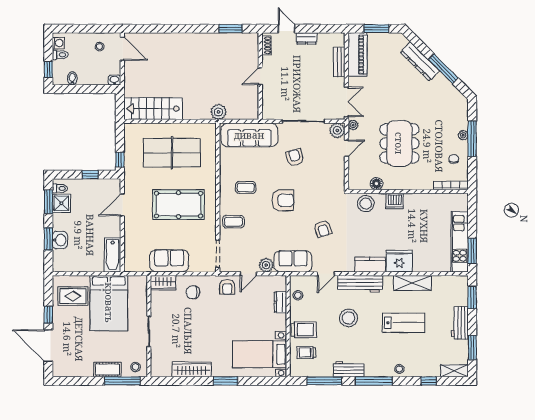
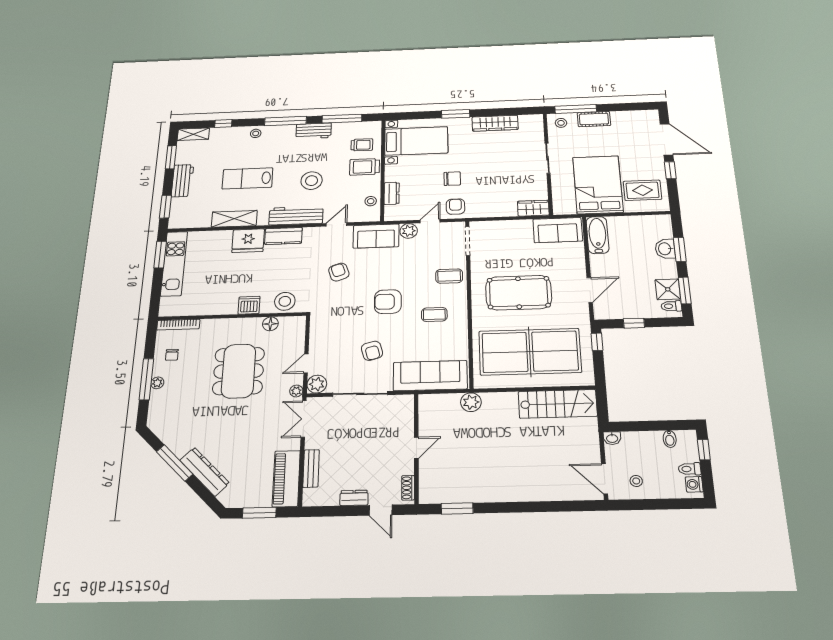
table tennis table: (172, 153) -> (530, 352), width x1.36, depth x1.32
sofa: (169, 261) -> (558, 230), moved
chair: (193, 292) -> (452, 179), moved

